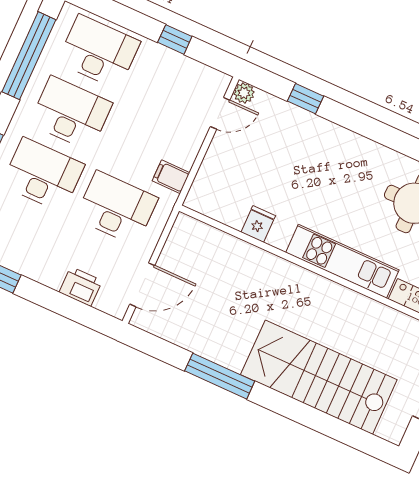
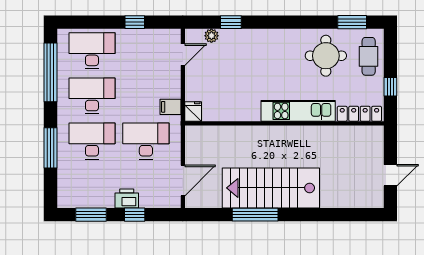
plant: (244, 93) -> (211, 36), moved
fridge: (258, 224) -> (193, 111), moved
printer: (81, 286) -> (127, 199), moved
window: (55, 302) -> (135, 215), added
stairs: (319, 377) -> (271, 188), moved

